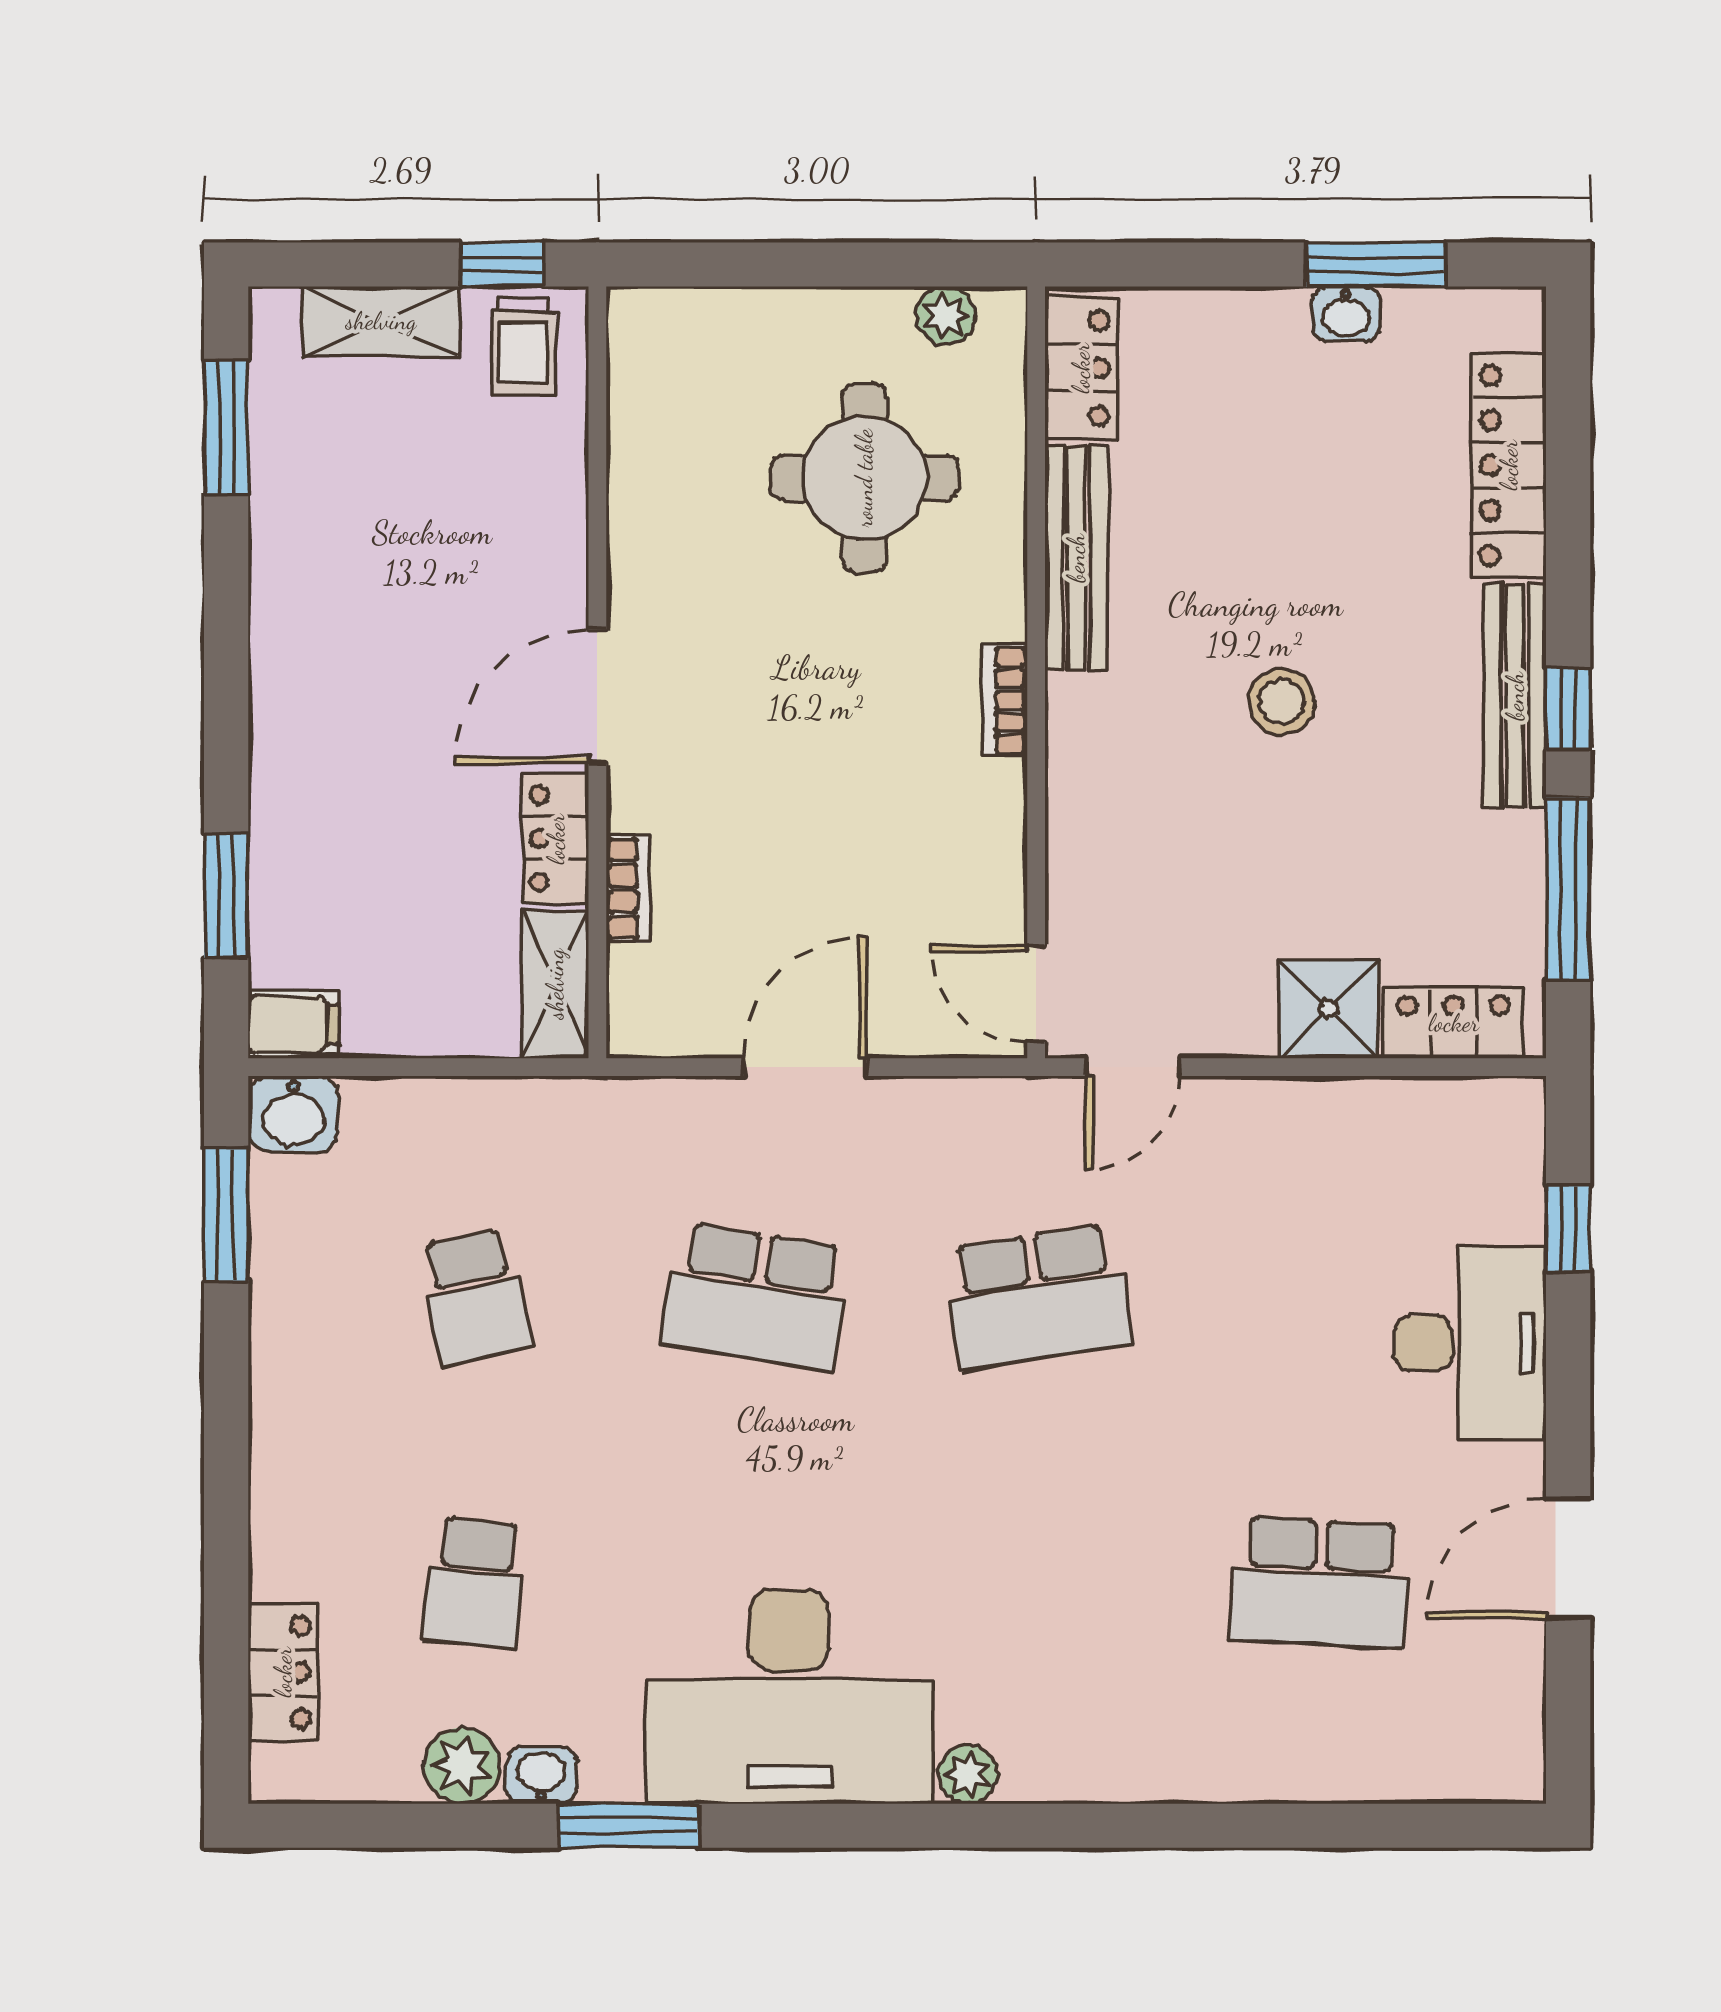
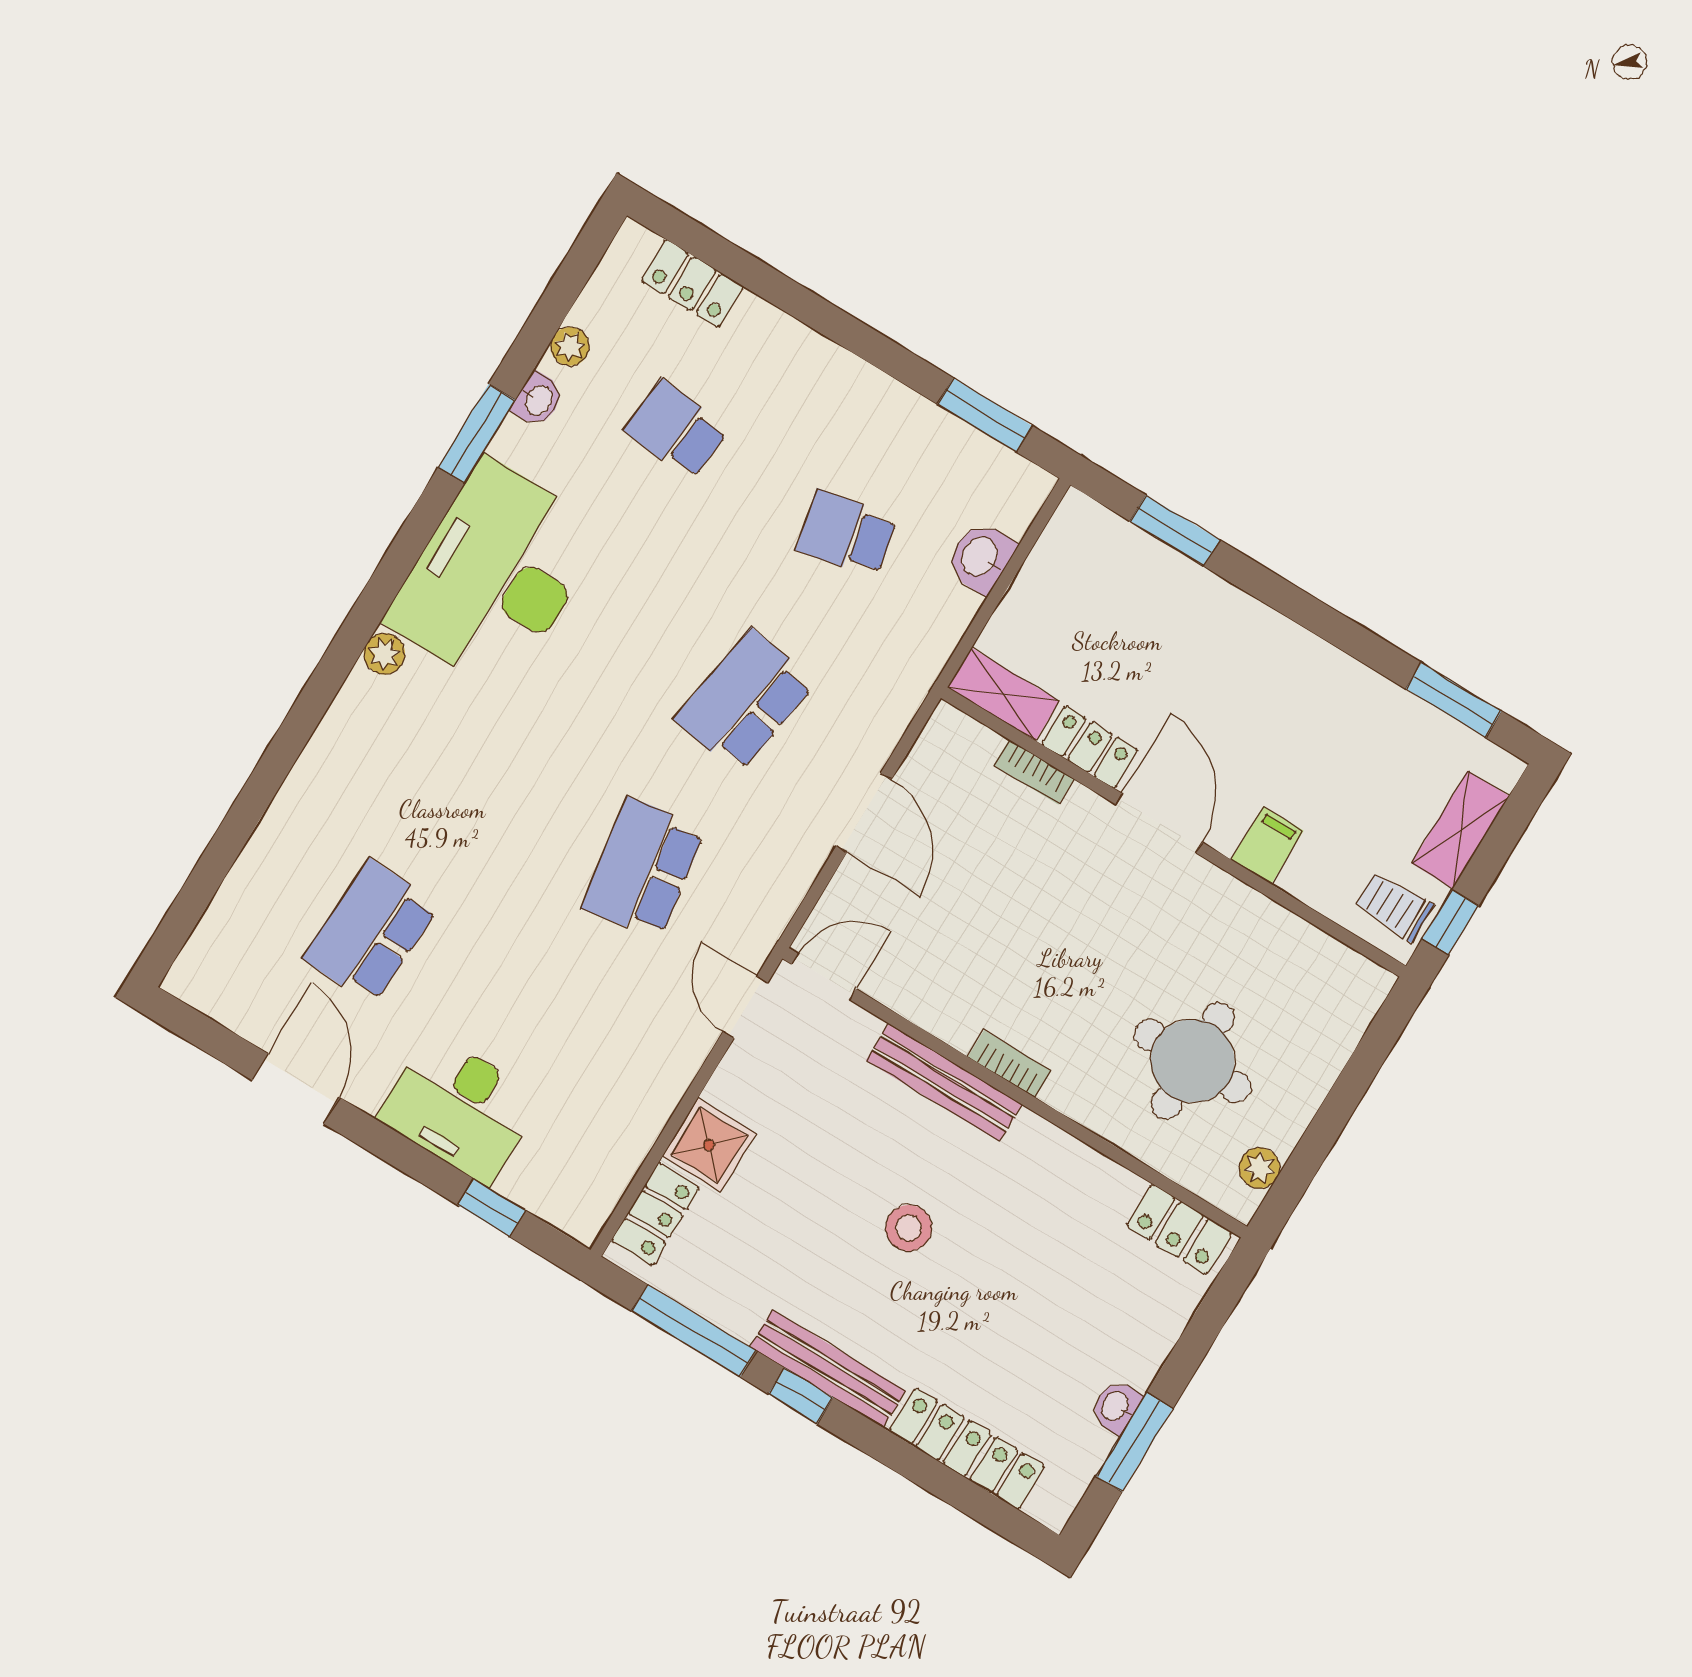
bench: (1076, 558) -> (944, 1082), moved
filing cabinet: (293, 1024) -> (1267, 845), moved, turned 180
washbasin: (293, 1114) -> (981, 557), moved
plant: (462, 1766) -> (570, 346), width x0.73, depth x0.73

